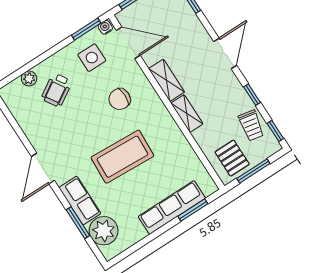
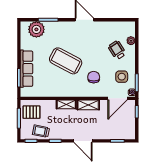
coffee table: (122, 157) -> (66, 61), turned -65
row of seats: (80, 200) -> (58, 27), removed

